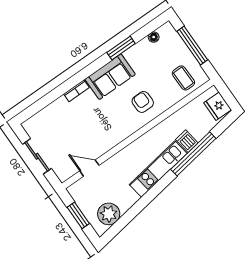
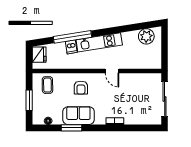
window: (192, 46) -> (29, 100), width x0.69
sofa: (110, 77) -> (78, 116), moved
sliding door: (37, 156) -> (165, 99), width x1.37
door: (89, 168) -> (112, 71), moved
window: (78, 215) -> (165, 48), removed

